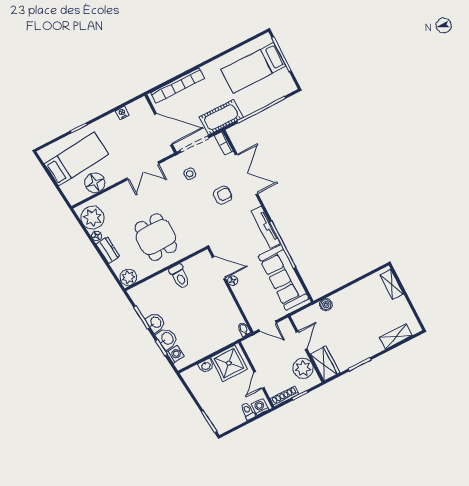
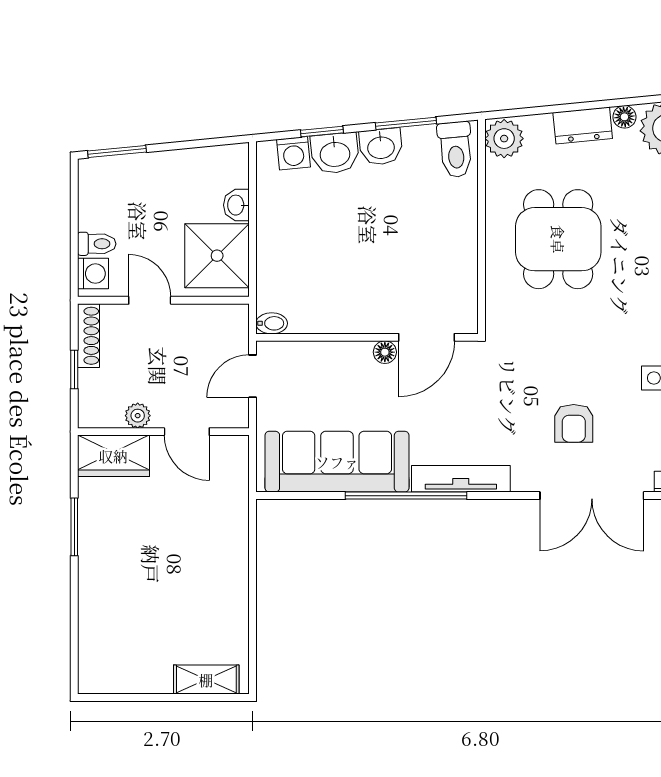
dining table: (156, 237) -> (558, 239), turned 90
toilet: (180, 276) -> (455, 149), moved, turned -96
boiler: (326, 305) -> (235, 521), removed
shelving: (396, 336) -> (93, 632), removed
plant: (303, 368) -> (138, 416), width x0.53, depth x0.53

